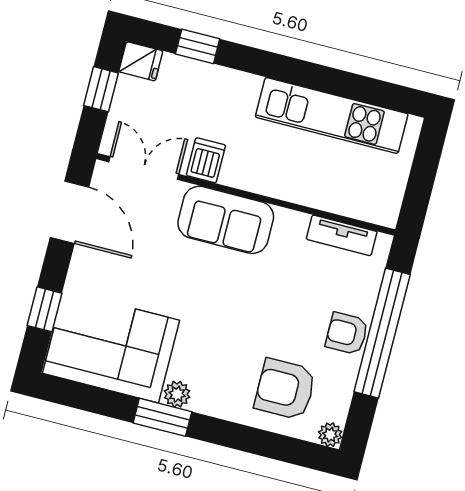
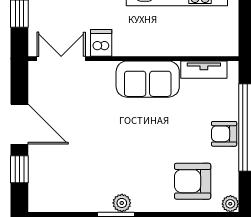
door: (69, 212) -> (19, 124), moved
sofa: (226, 220) -> (148, 79), moved
corner sofa: (111, 347) -> (70, 183), removed

